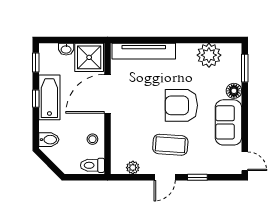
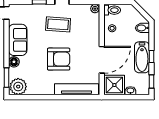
plant: (209, 55) -> (18, 87), moved
armchair: (181, 105) -> (59, 59), moved
plant: (133, 168) -> (95, 9), moved

